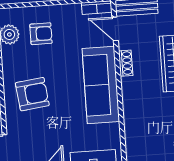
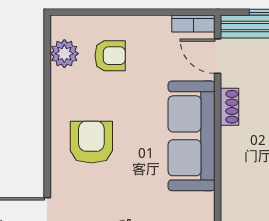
armchair: (32, 94) -> (91, 142), turned -83

